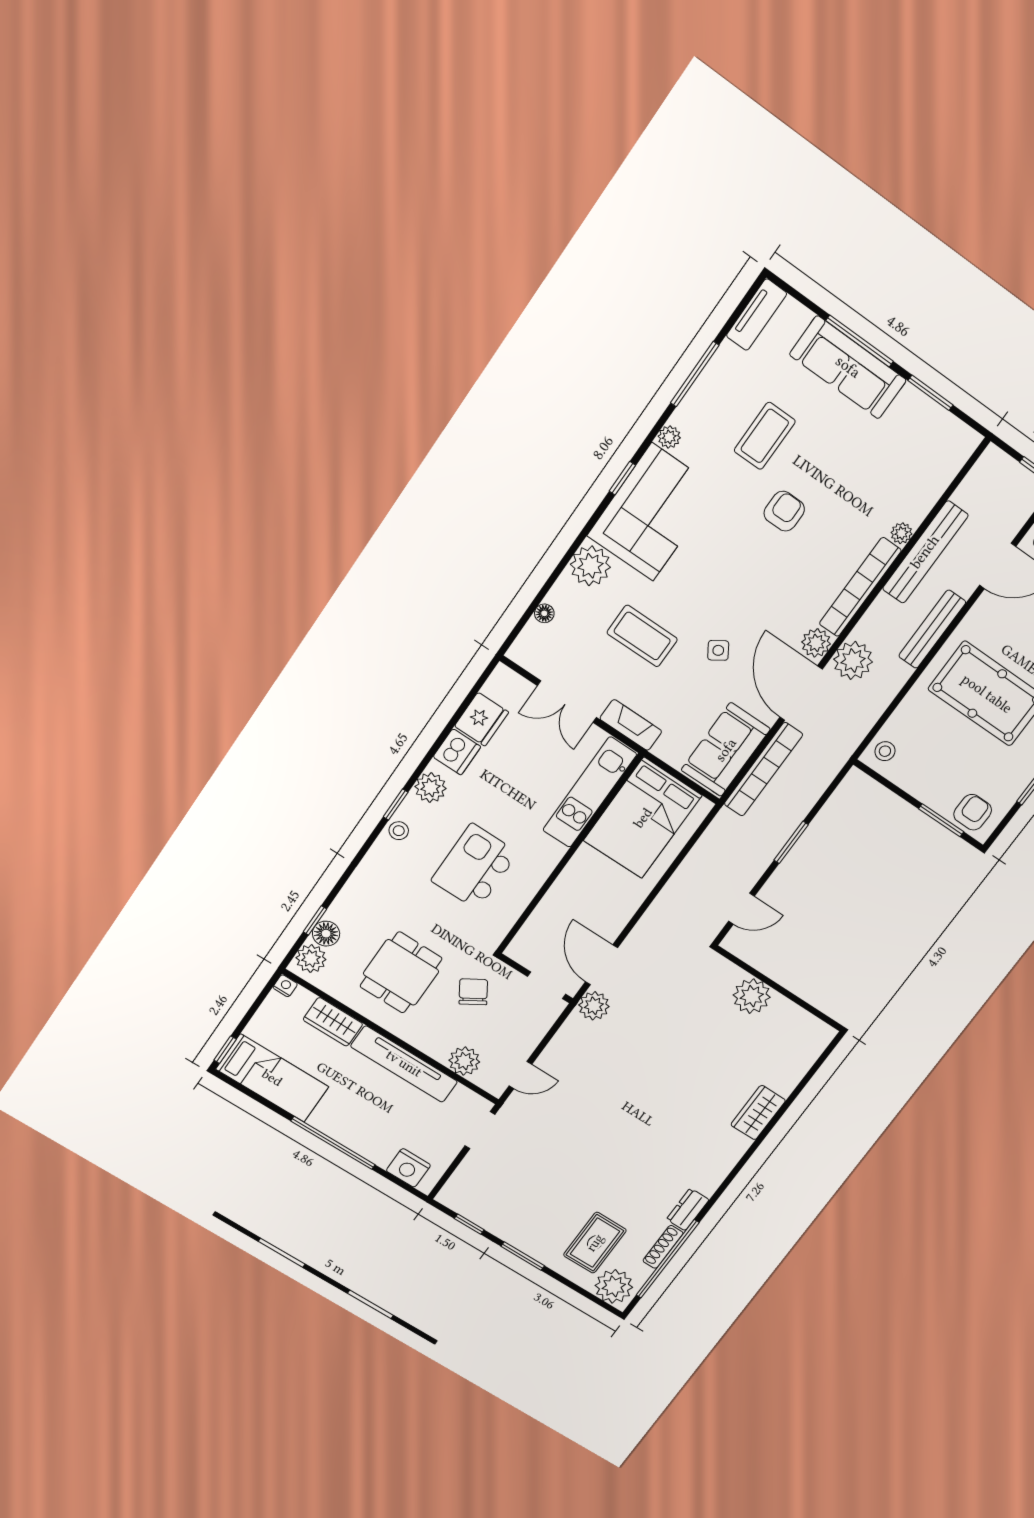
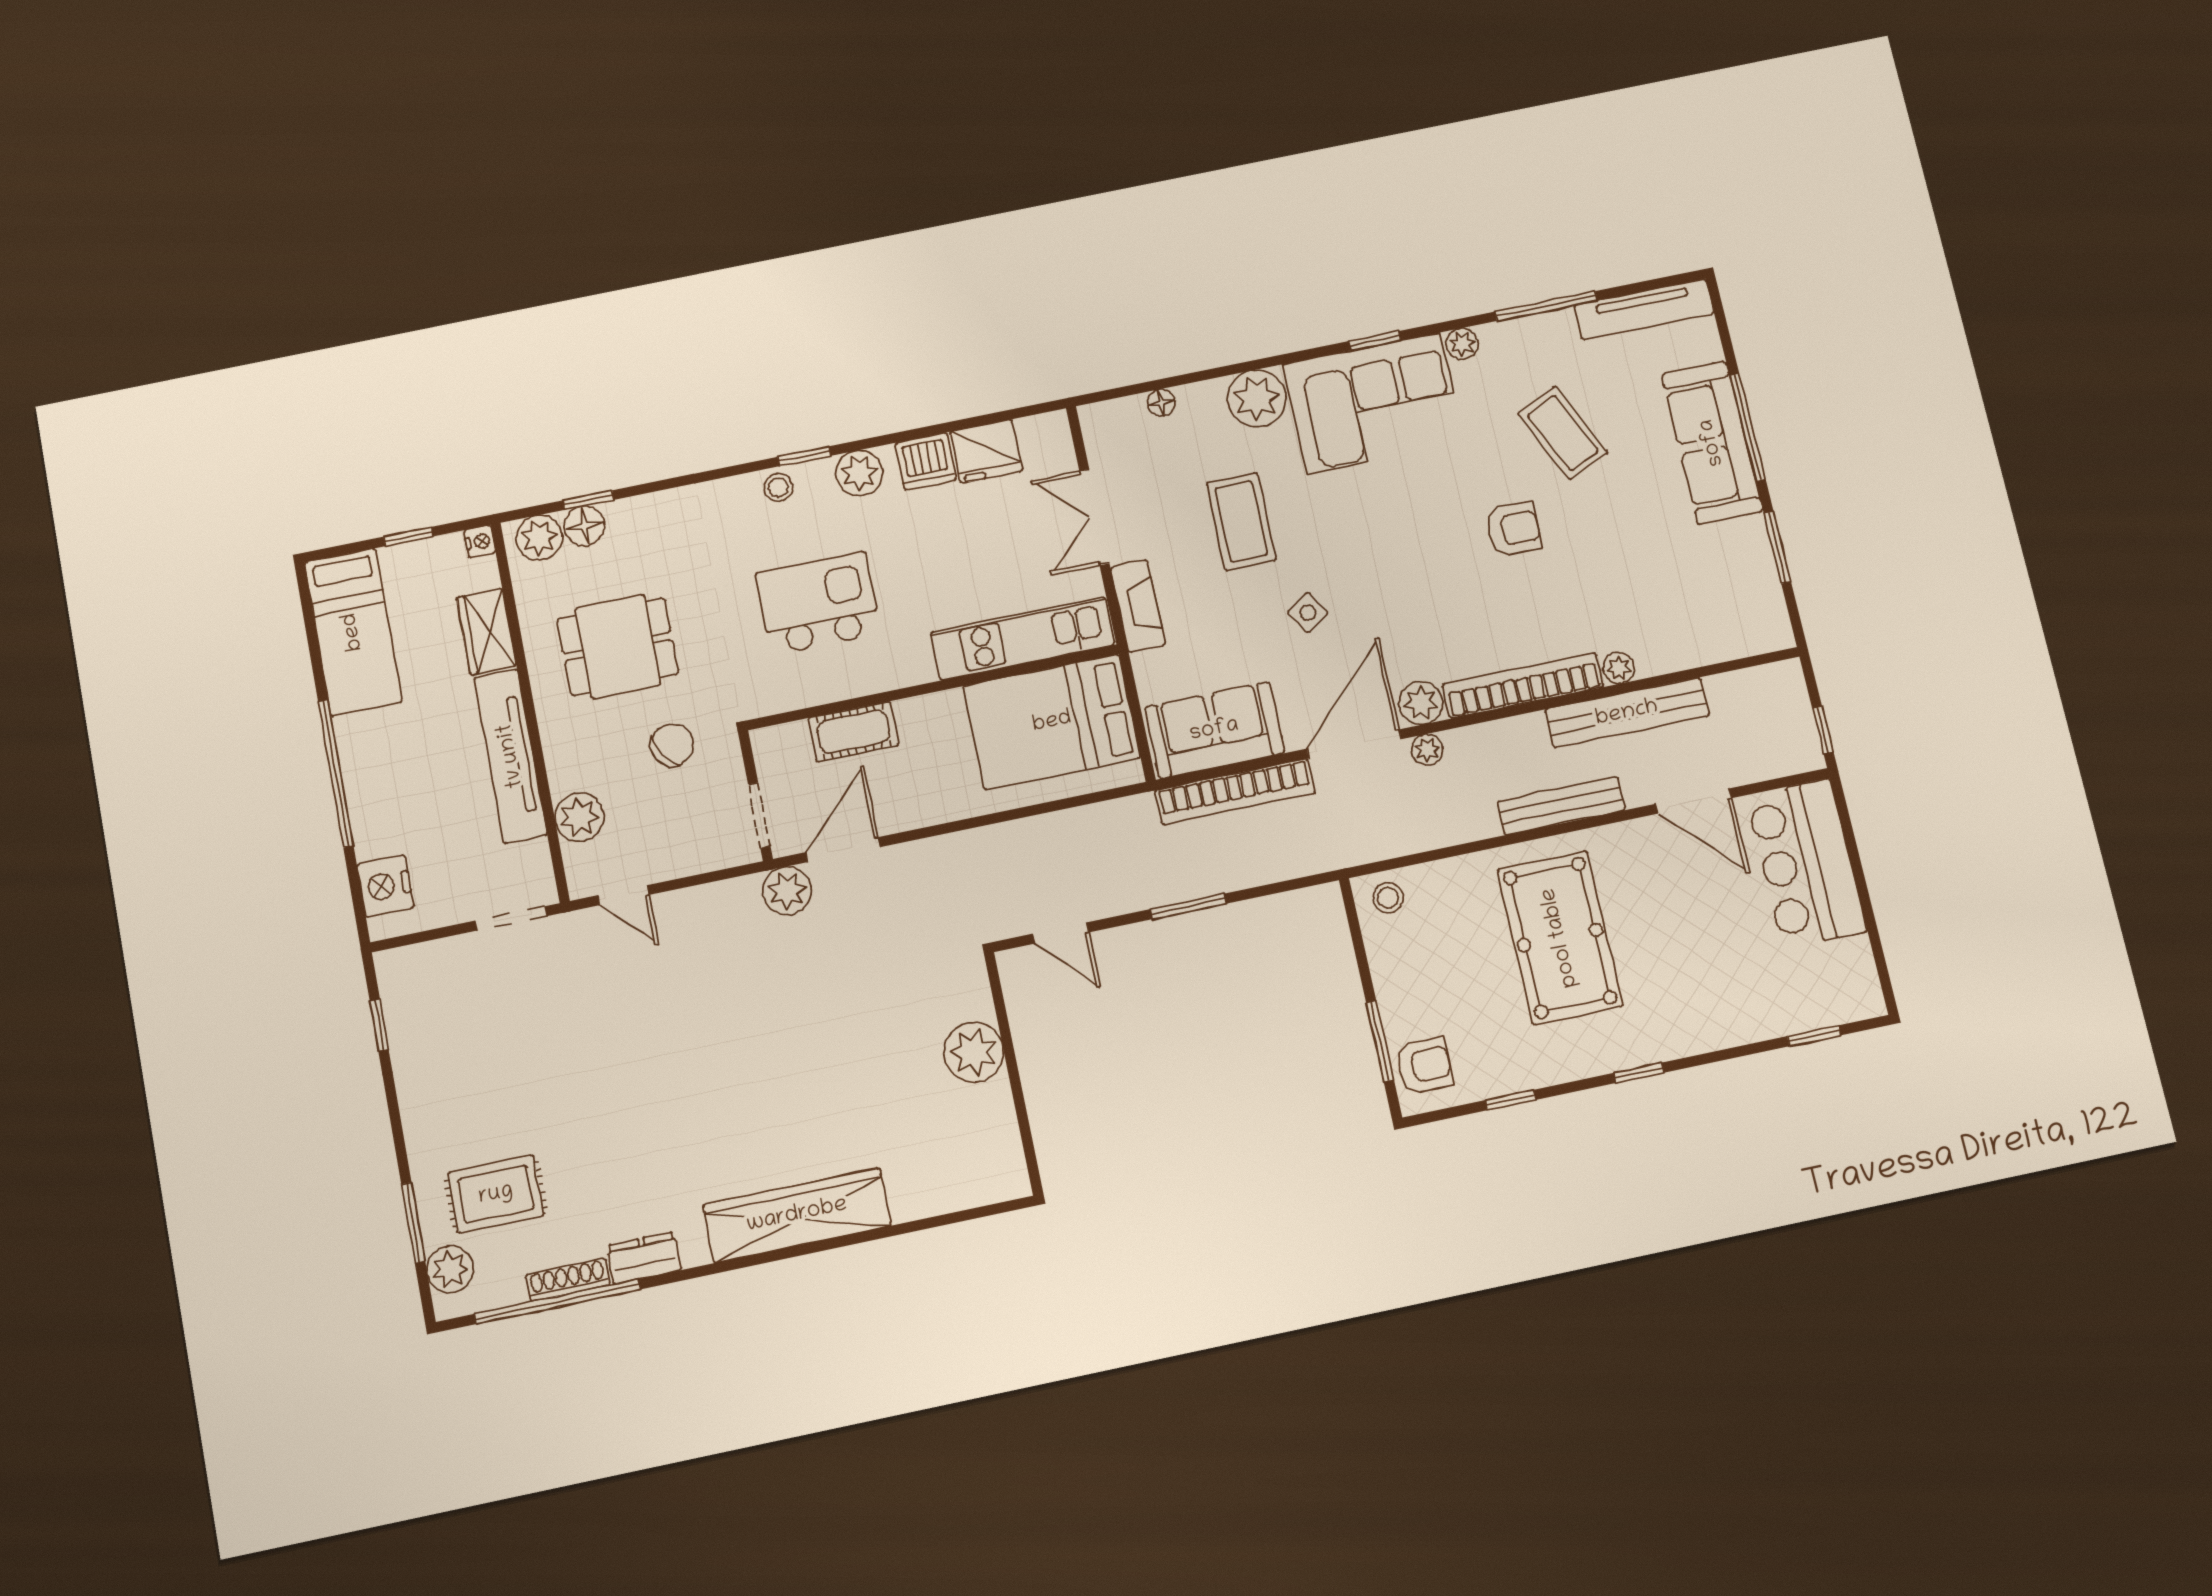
tv unit: (757, 315) -> (1644, 309), width x1.41
coffee table: (765, 436) -> (1563, 433), turned 65
plant: (853, 661) -> (1427, 750), width x0.53, depth x0.53
cot: (552, 909) -> (853, 732), added
window: (225, 1050) -> (408, 536), moved
wardrobe: (758, 1113) -> (797, 1215), width x2.10, depth x1.17
window: (523, 1256) -> (413, 1223), moved
plant: (614, 1286) -> (450, 1269), width x0.73, depth x0.73

